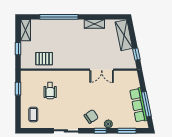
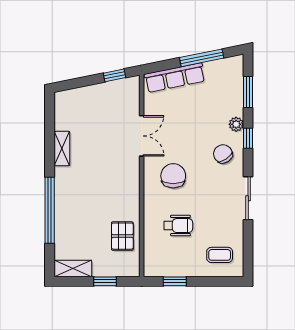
shelving: (124, 35) -> (82, 97), removed
chair: (79, 88) -> (173, 176), added
row of seats: (138, 105) -> (175, 78), moved

